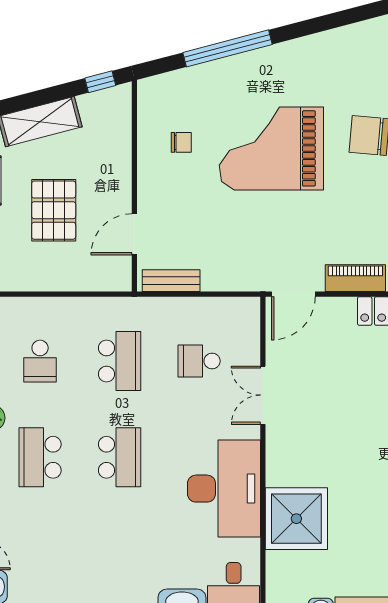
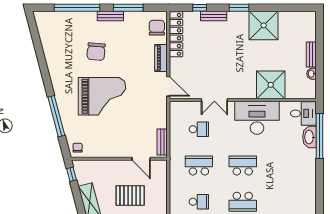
chair: (181, 142) -> (78, 148), moved
grand piano: (271, 148) -> (102, 96), turned -90
school desk: (199, 361) -> (199, 129), turned -90

